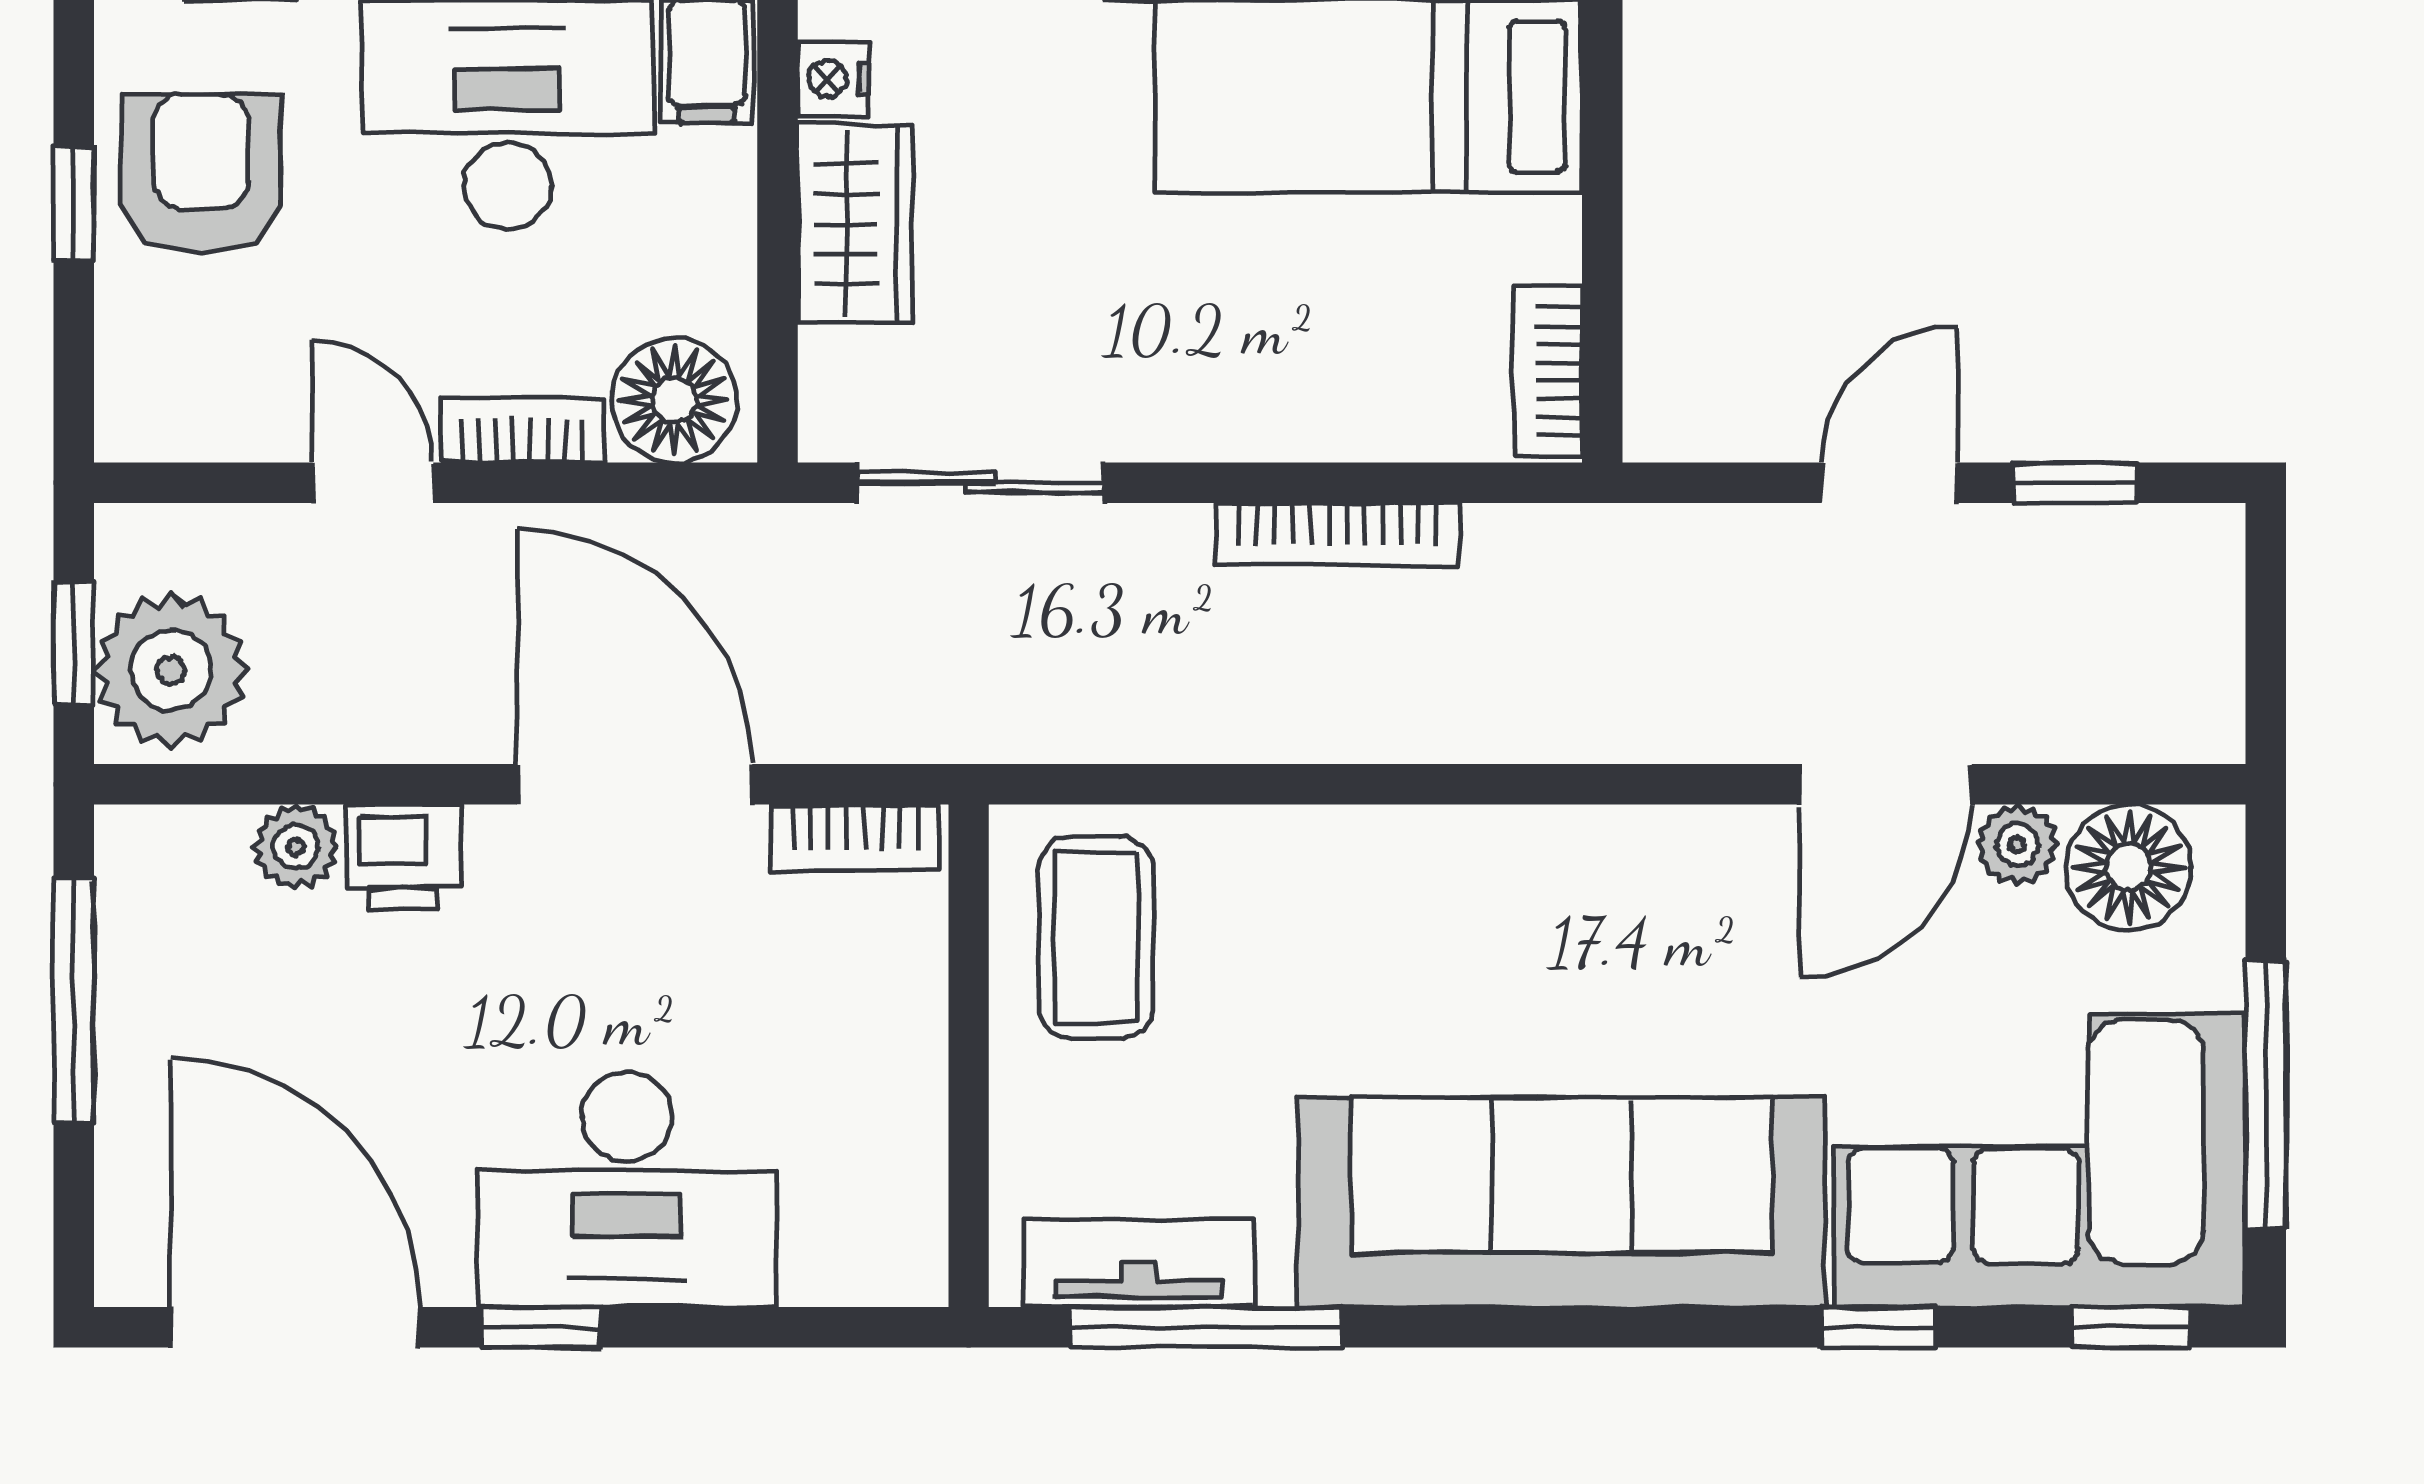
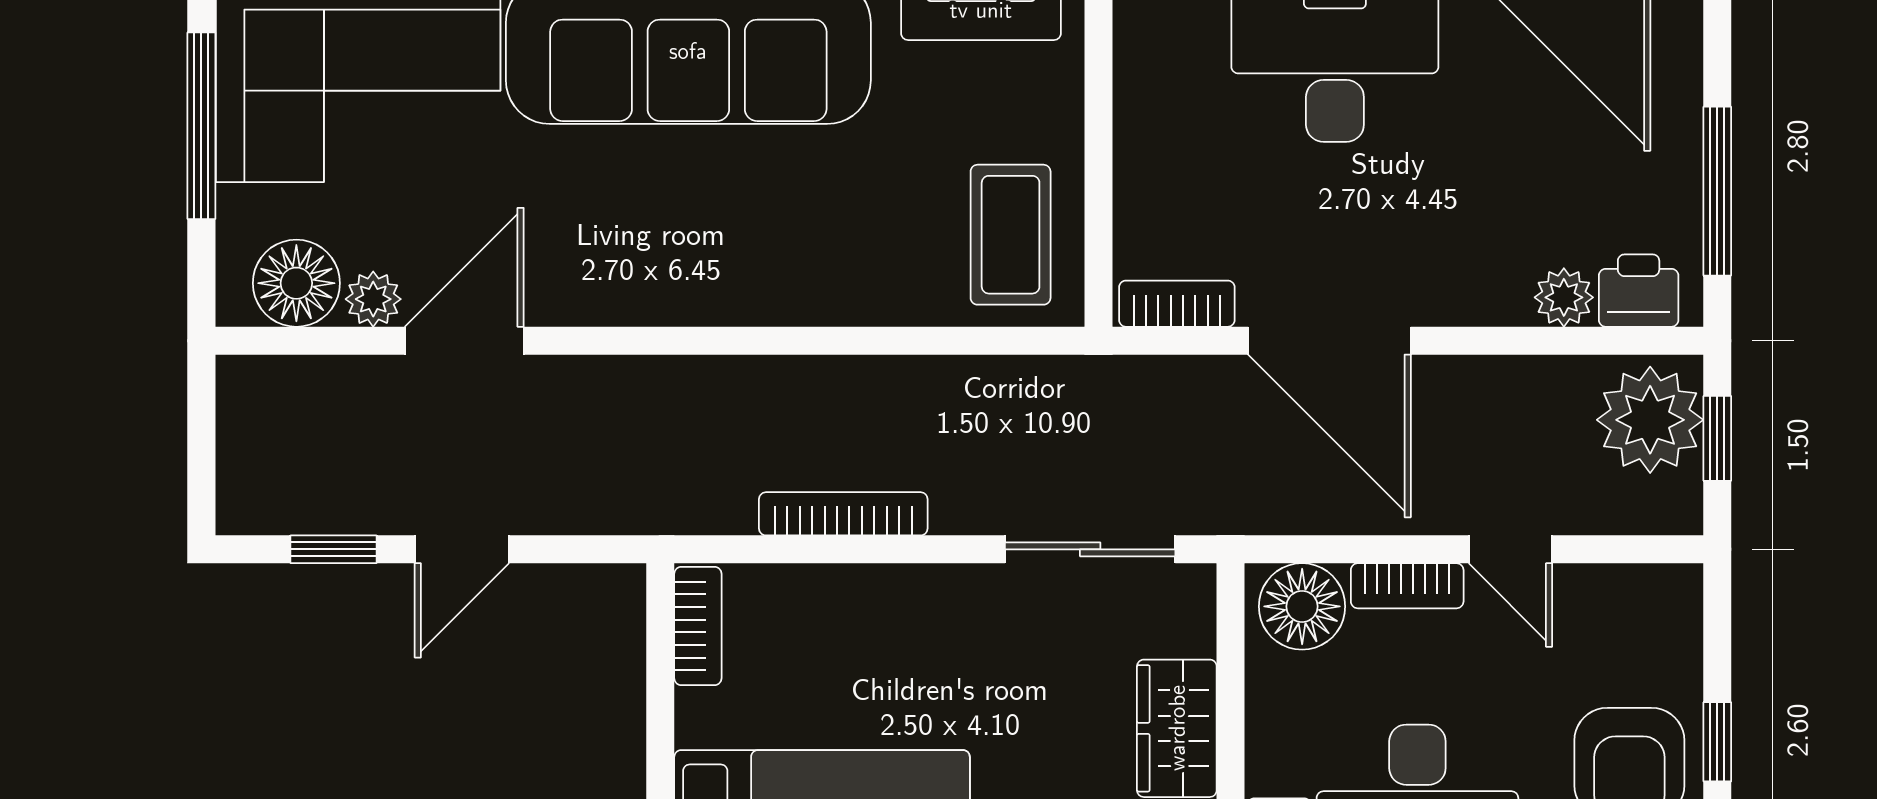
printer: (404, 857) -> (1639, 291), moved

